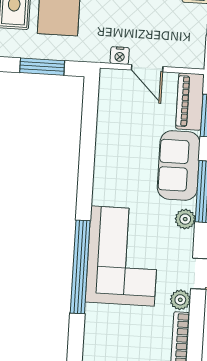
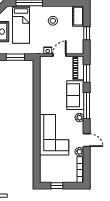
door: (147, 68) -> (60, 55), swing flipped
window: (80, 267) -> (37, 140), removed

